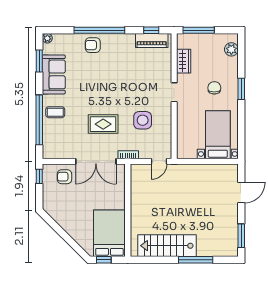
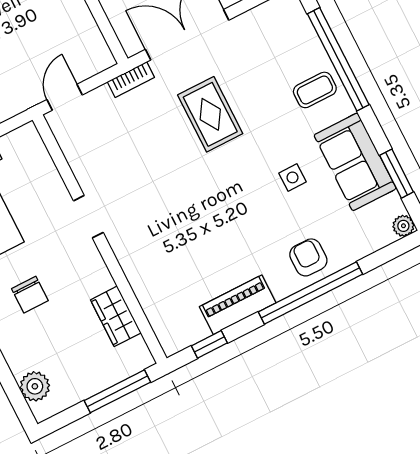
piano: (152, 41) -> (238, 305), moved
armchair: (93, 45) -> (308, 257), turned -90
doorway: (174, 92) -> (88, 217), moved
side table: (143, 120) -> (292, 177), moved, width x0.54, depth x0.54
rug: (103, 124) -> (210, 114), turned 90

